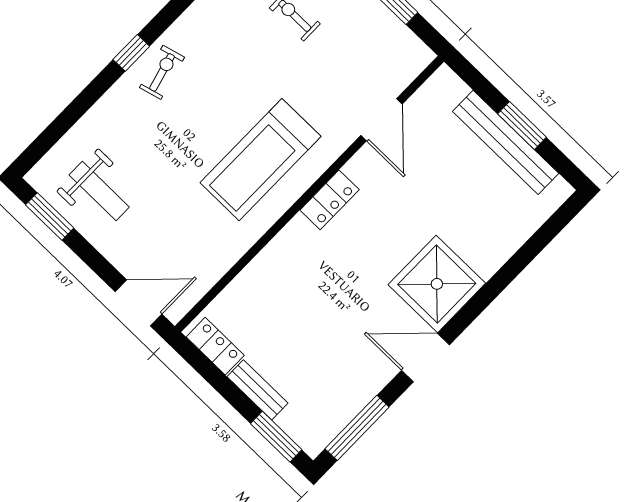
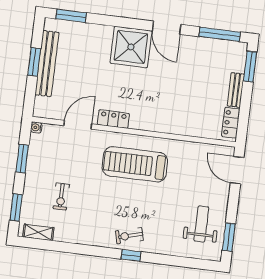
water cooler: (424, 56) -> (36, 127), added
treadmill: (260, 160) -> (135, 164), turned 180
locker: (330, 200) -> (113, 119), moved
window: (549, 231) -> (71, 16), added

